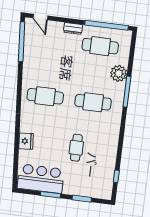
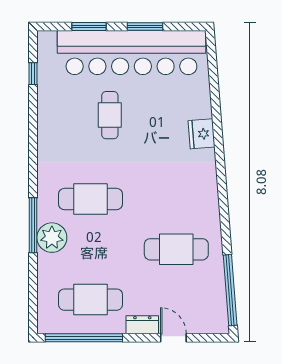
door: (40, 17) -> (173, 338), moved
plant: (119, 73) -> (52, 238), moved
cafe table: (45, 96) -> (176, 249), moved
fridge: (26, 141) -> (202, 134), moved
bar counter: (41, 179) -> (131, 53), width x1.86

